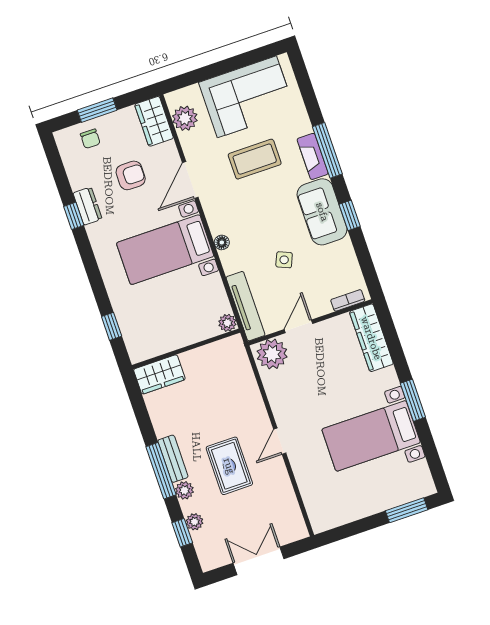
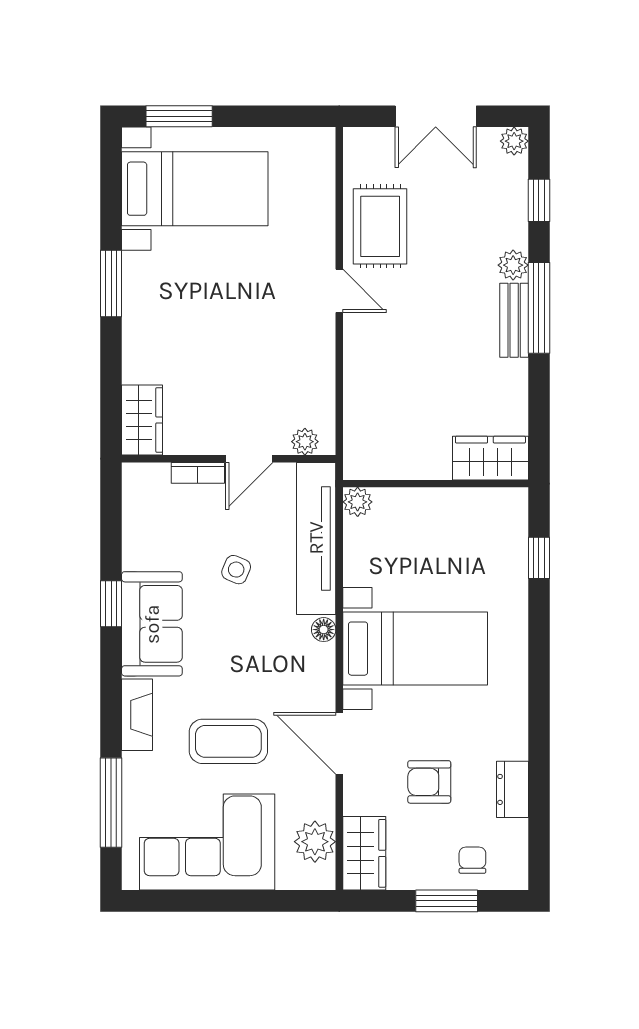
window: (327, 150) -> (111, 803), moved
door: (190, 180) -> (339, 743), swing flipped
dresser: (88, 206) -> (512, 789), moved
window: (74, 216) -> (539, 749), removed
bookcase: (348, 300) -> (198, 473), moved
tv unit: (246, 306) -> (316, 538), width x1.36, depth x1.29
wardrobe: (371, 338) -> (142, 420), width x0.67
plant: (272, 354) -> (305, 442), width x0.53, depth x0.53
bed with nightstands: (371, 436) -> (195, 189), moved
door: (280, 441) -> (339, 291), hinge flipped
rug: (229, 466) -> (380, 226), moved
plant: (194, 522) -> (514, 141), moved

